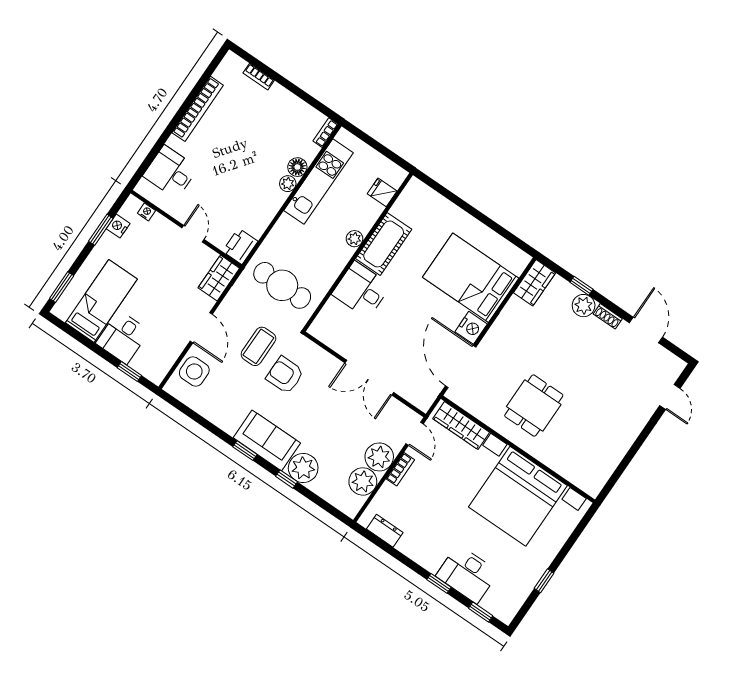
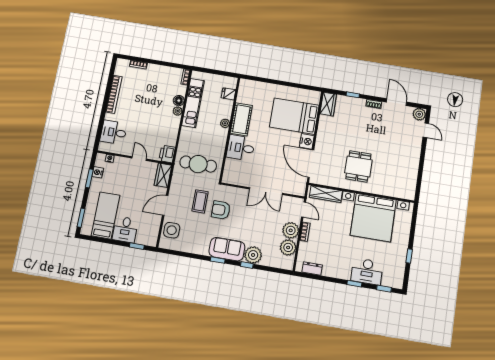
plant: (584, 306) -> (419, 114), moved
door: (201, 328) -> (165, 205), swing flipped

